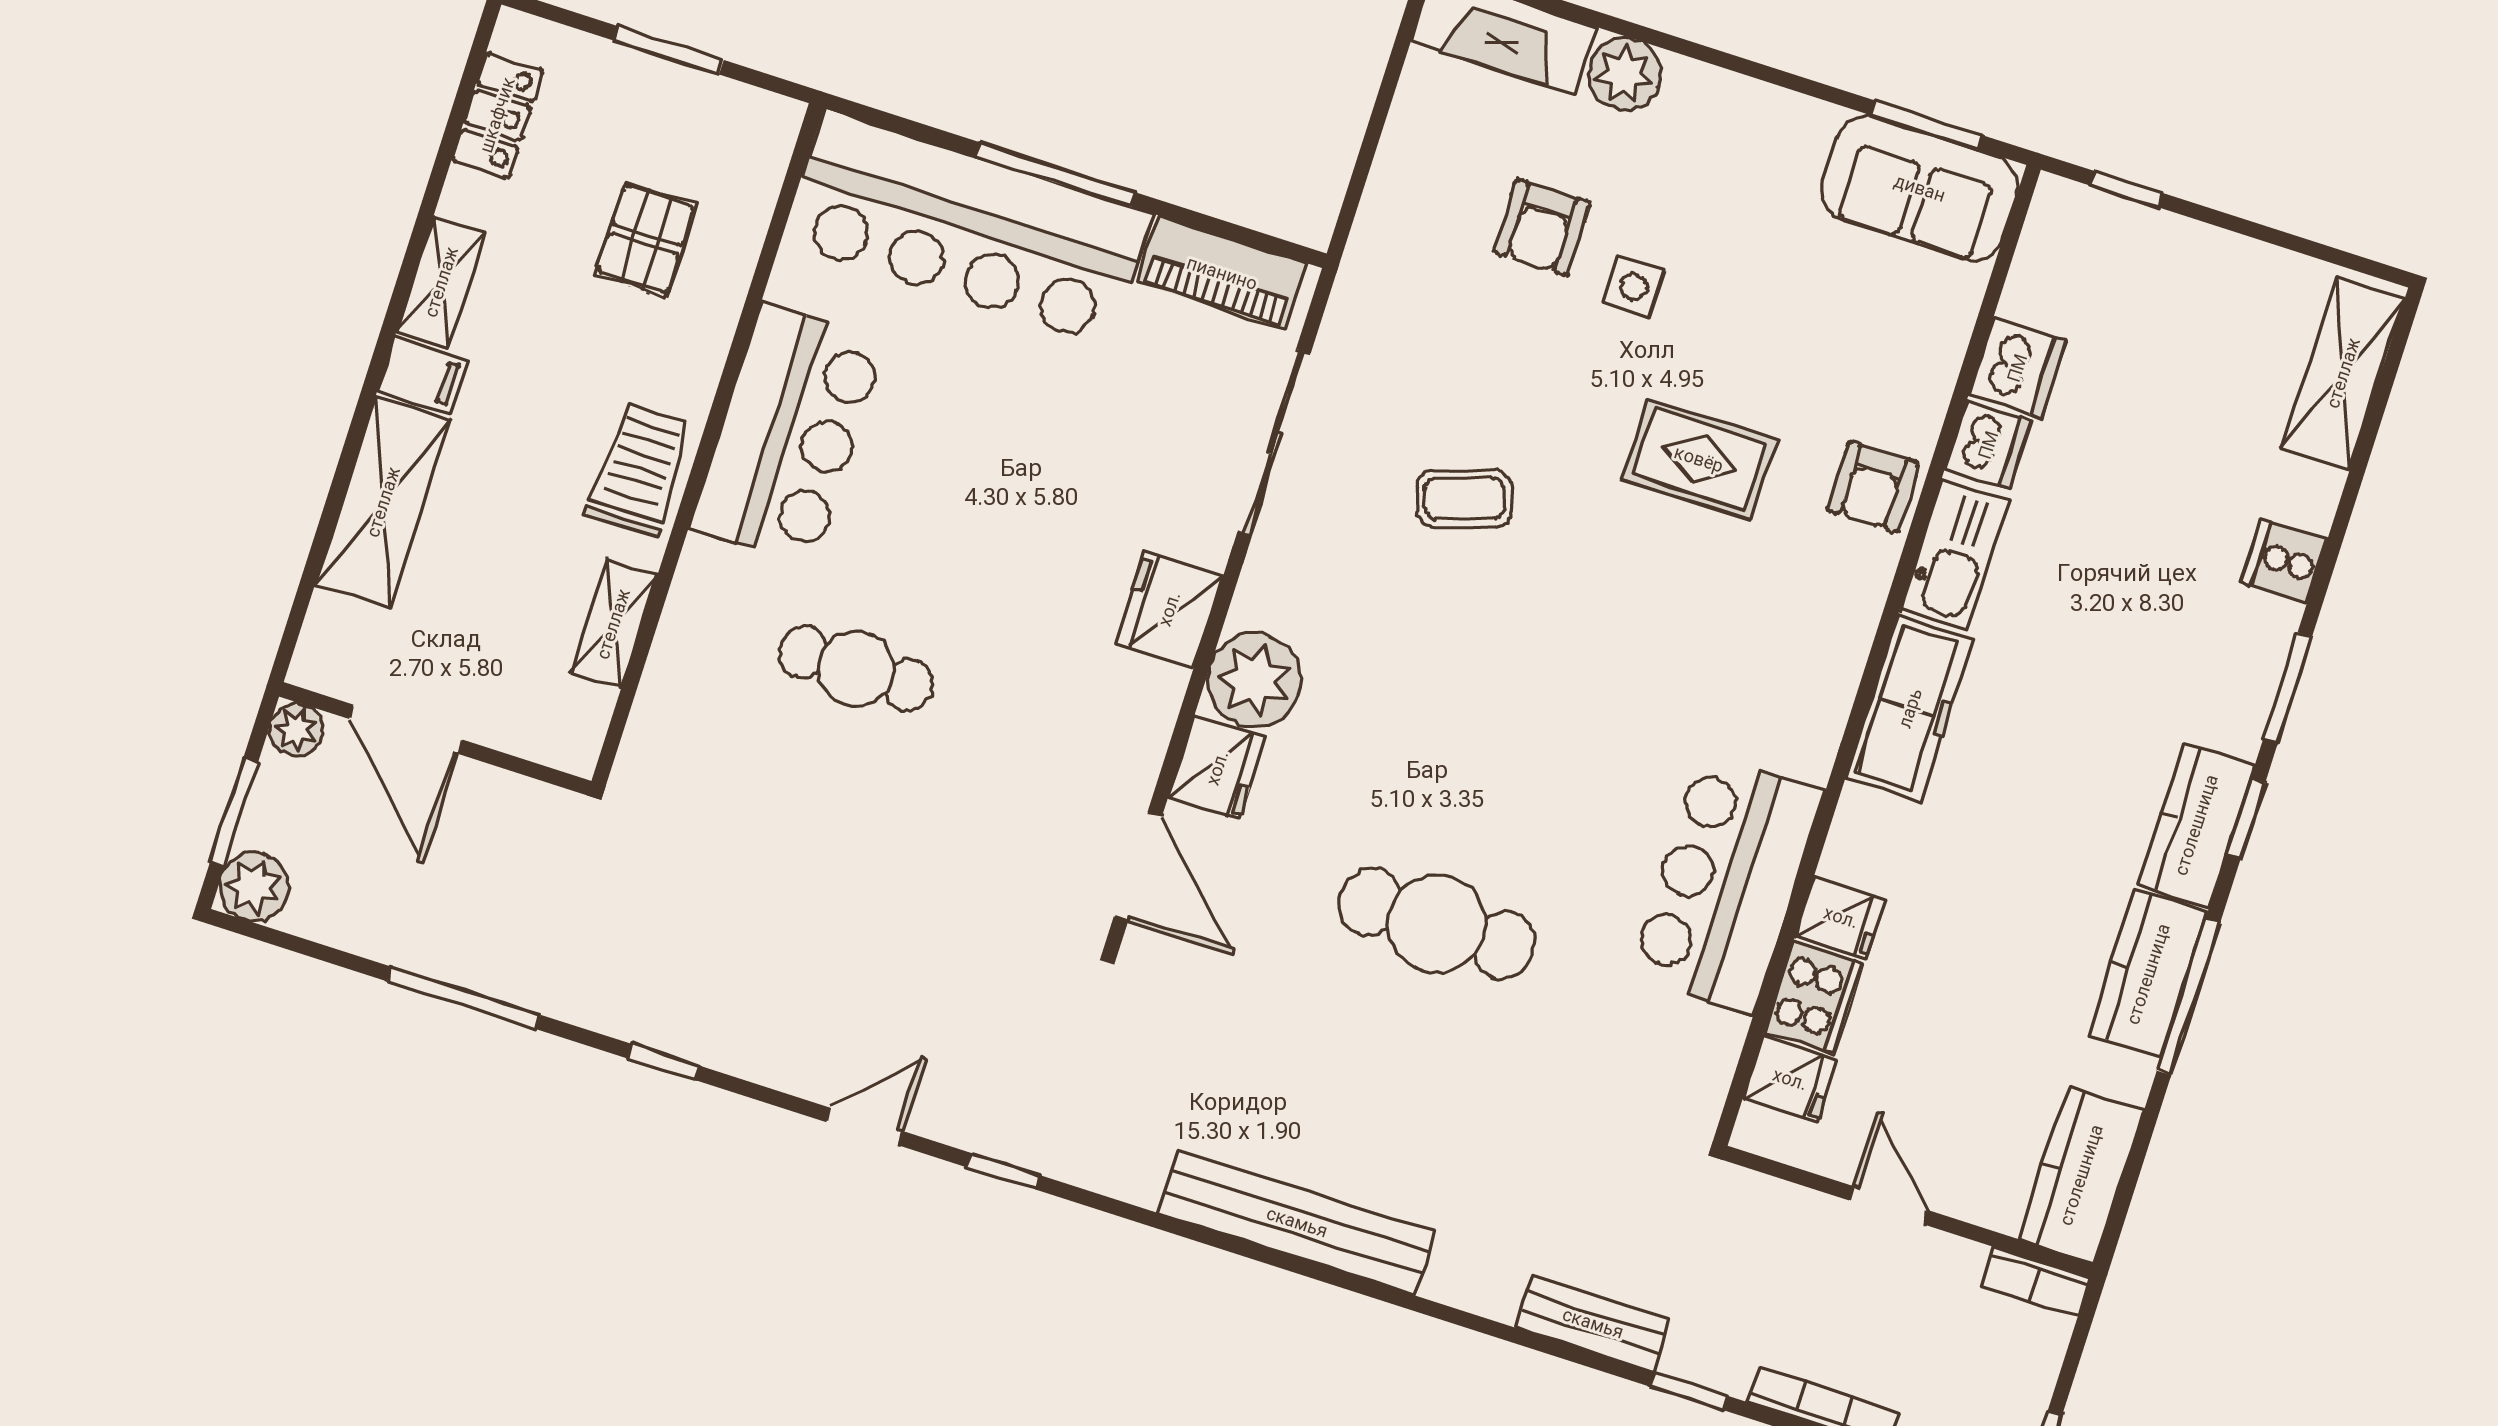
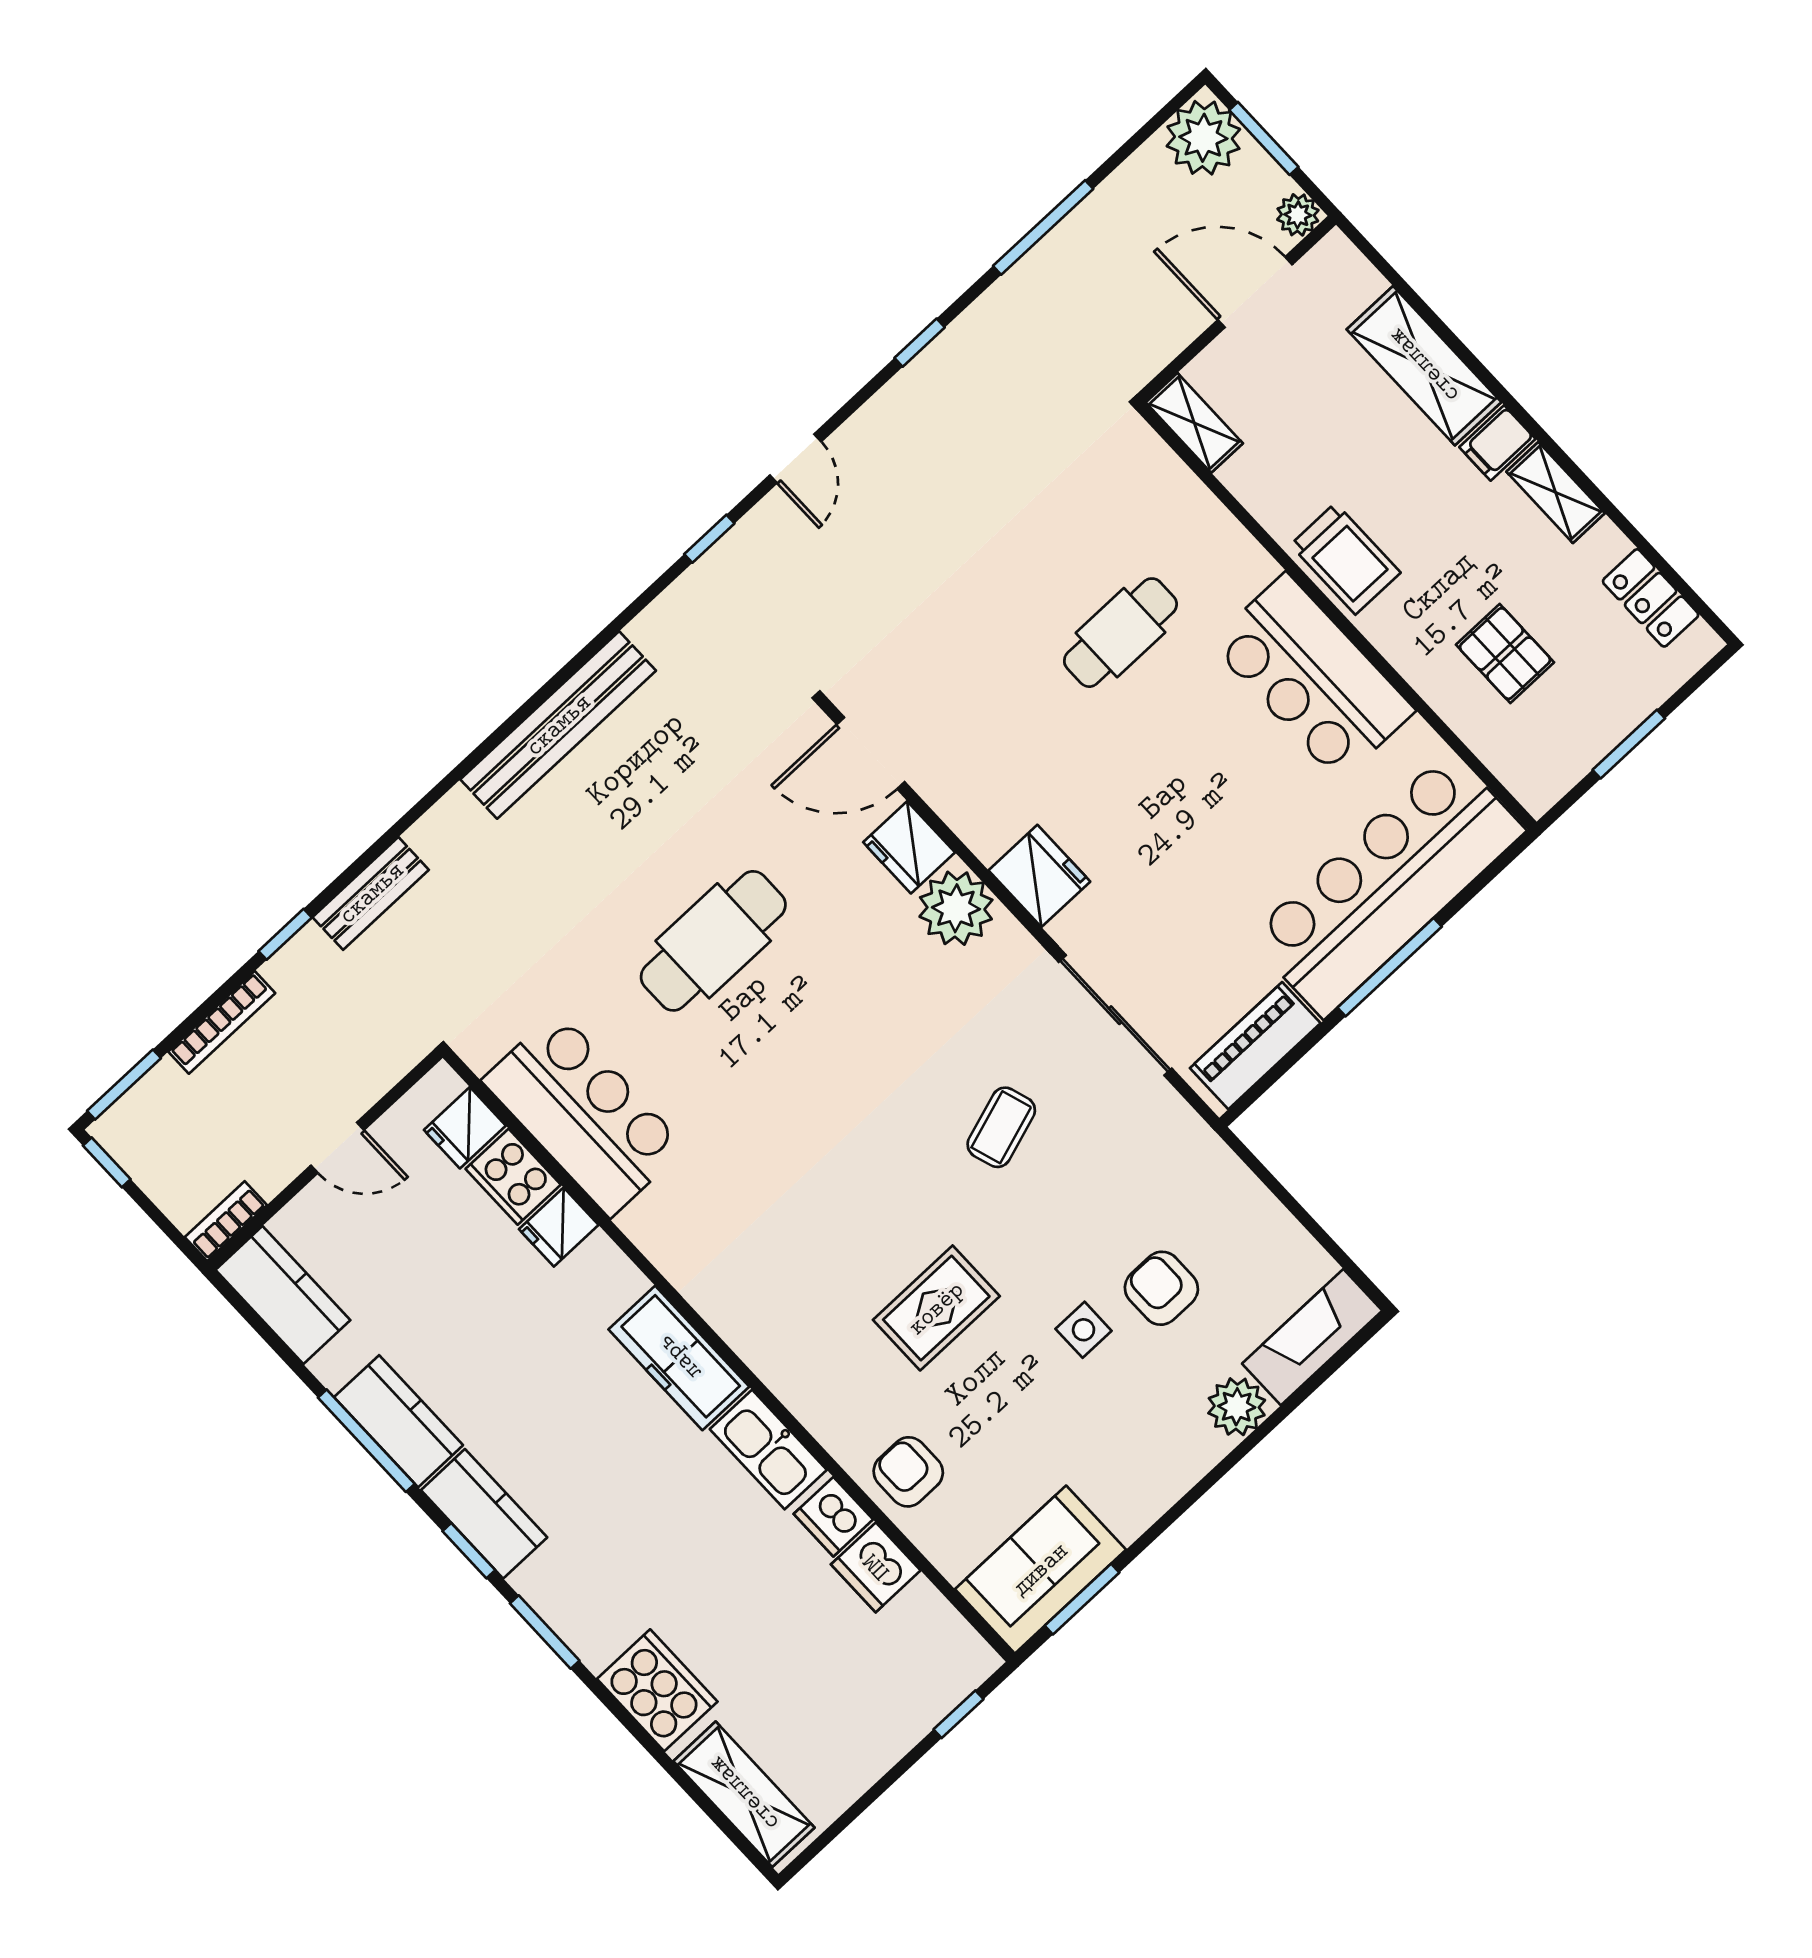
armchair: (1873, 487) -> (908, 1472), moved
cooker: (2284, 561) -> (657, 1690), width x1.87, depth x1.31
shelving: (613, 624) -> (1194, 423), moved
bar counter: (1727, 883) -> (584, 1114), moved
plant: (254, 887) -> (1203, 138), width x1.36, depth x1.36

